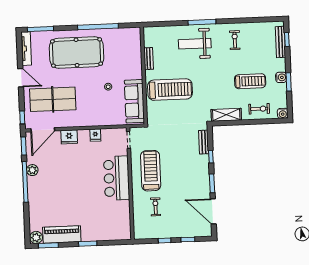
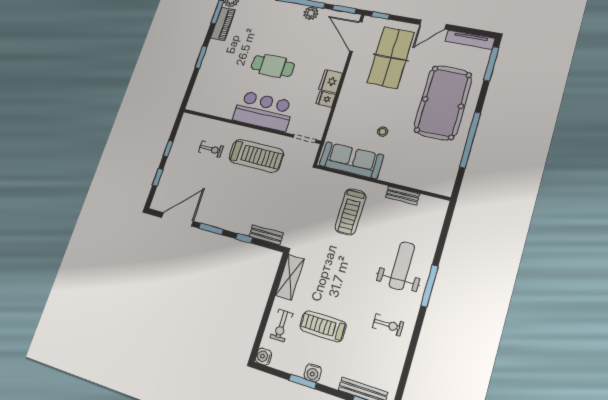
treadmill: (250, 81) -> (323, 326), turned 90
treadmill: (170, 90) -> (350, 212), width x0.73, depth x0.73
fridge: (69, 137) -> (331, 81), moved
cafe table: (81, 184) -> (273, 66), added
piano: (62, 234) -> (223, 24), width x0.73, depth x0.75

